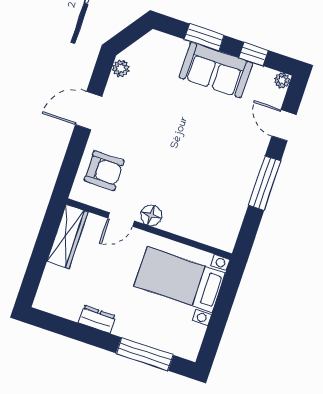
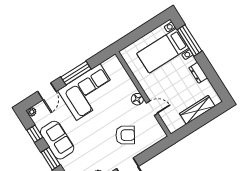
armchair: (104, 171) -> (125, 135), moved, turned 121
corner sofa: (227, 171) -> (88, 92), added
wardrobe: (67, 236) -> (197, 110), moved
bed with nightstands: (180, 279) -> (163, 51), moved, turned 90

